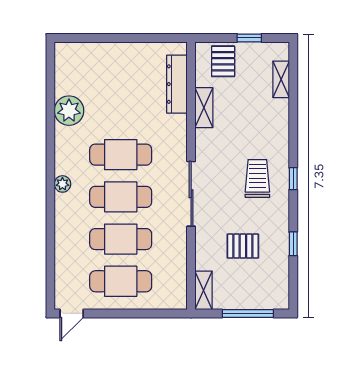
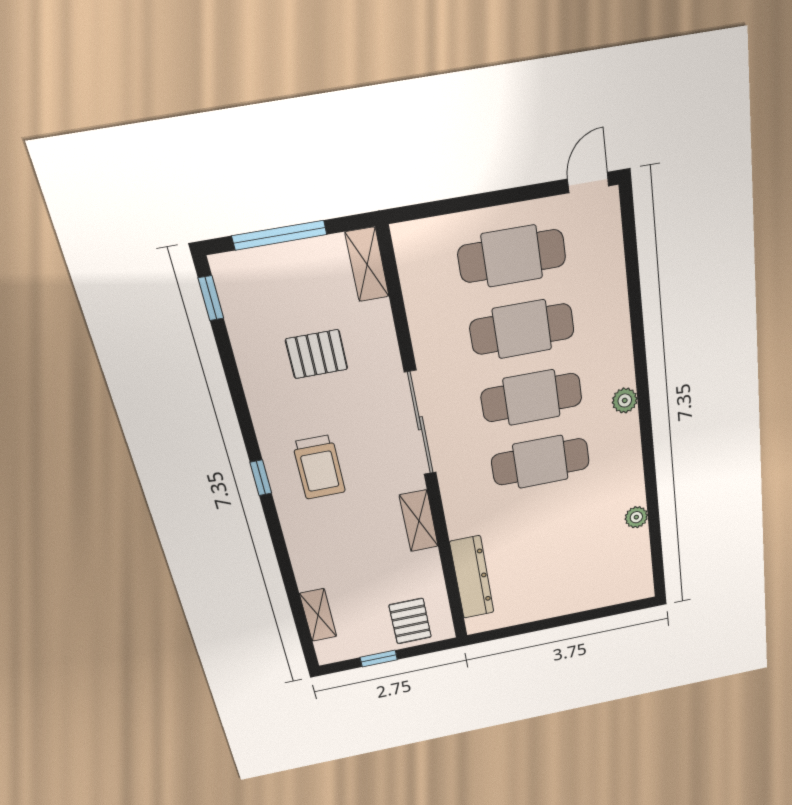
shelving: (204, 108) -> (419, 521), moved
plant: (69, 111) -> (636, 517), width x0.53, depth x0.53
window: (293, 244) -> (211, 298), moved

